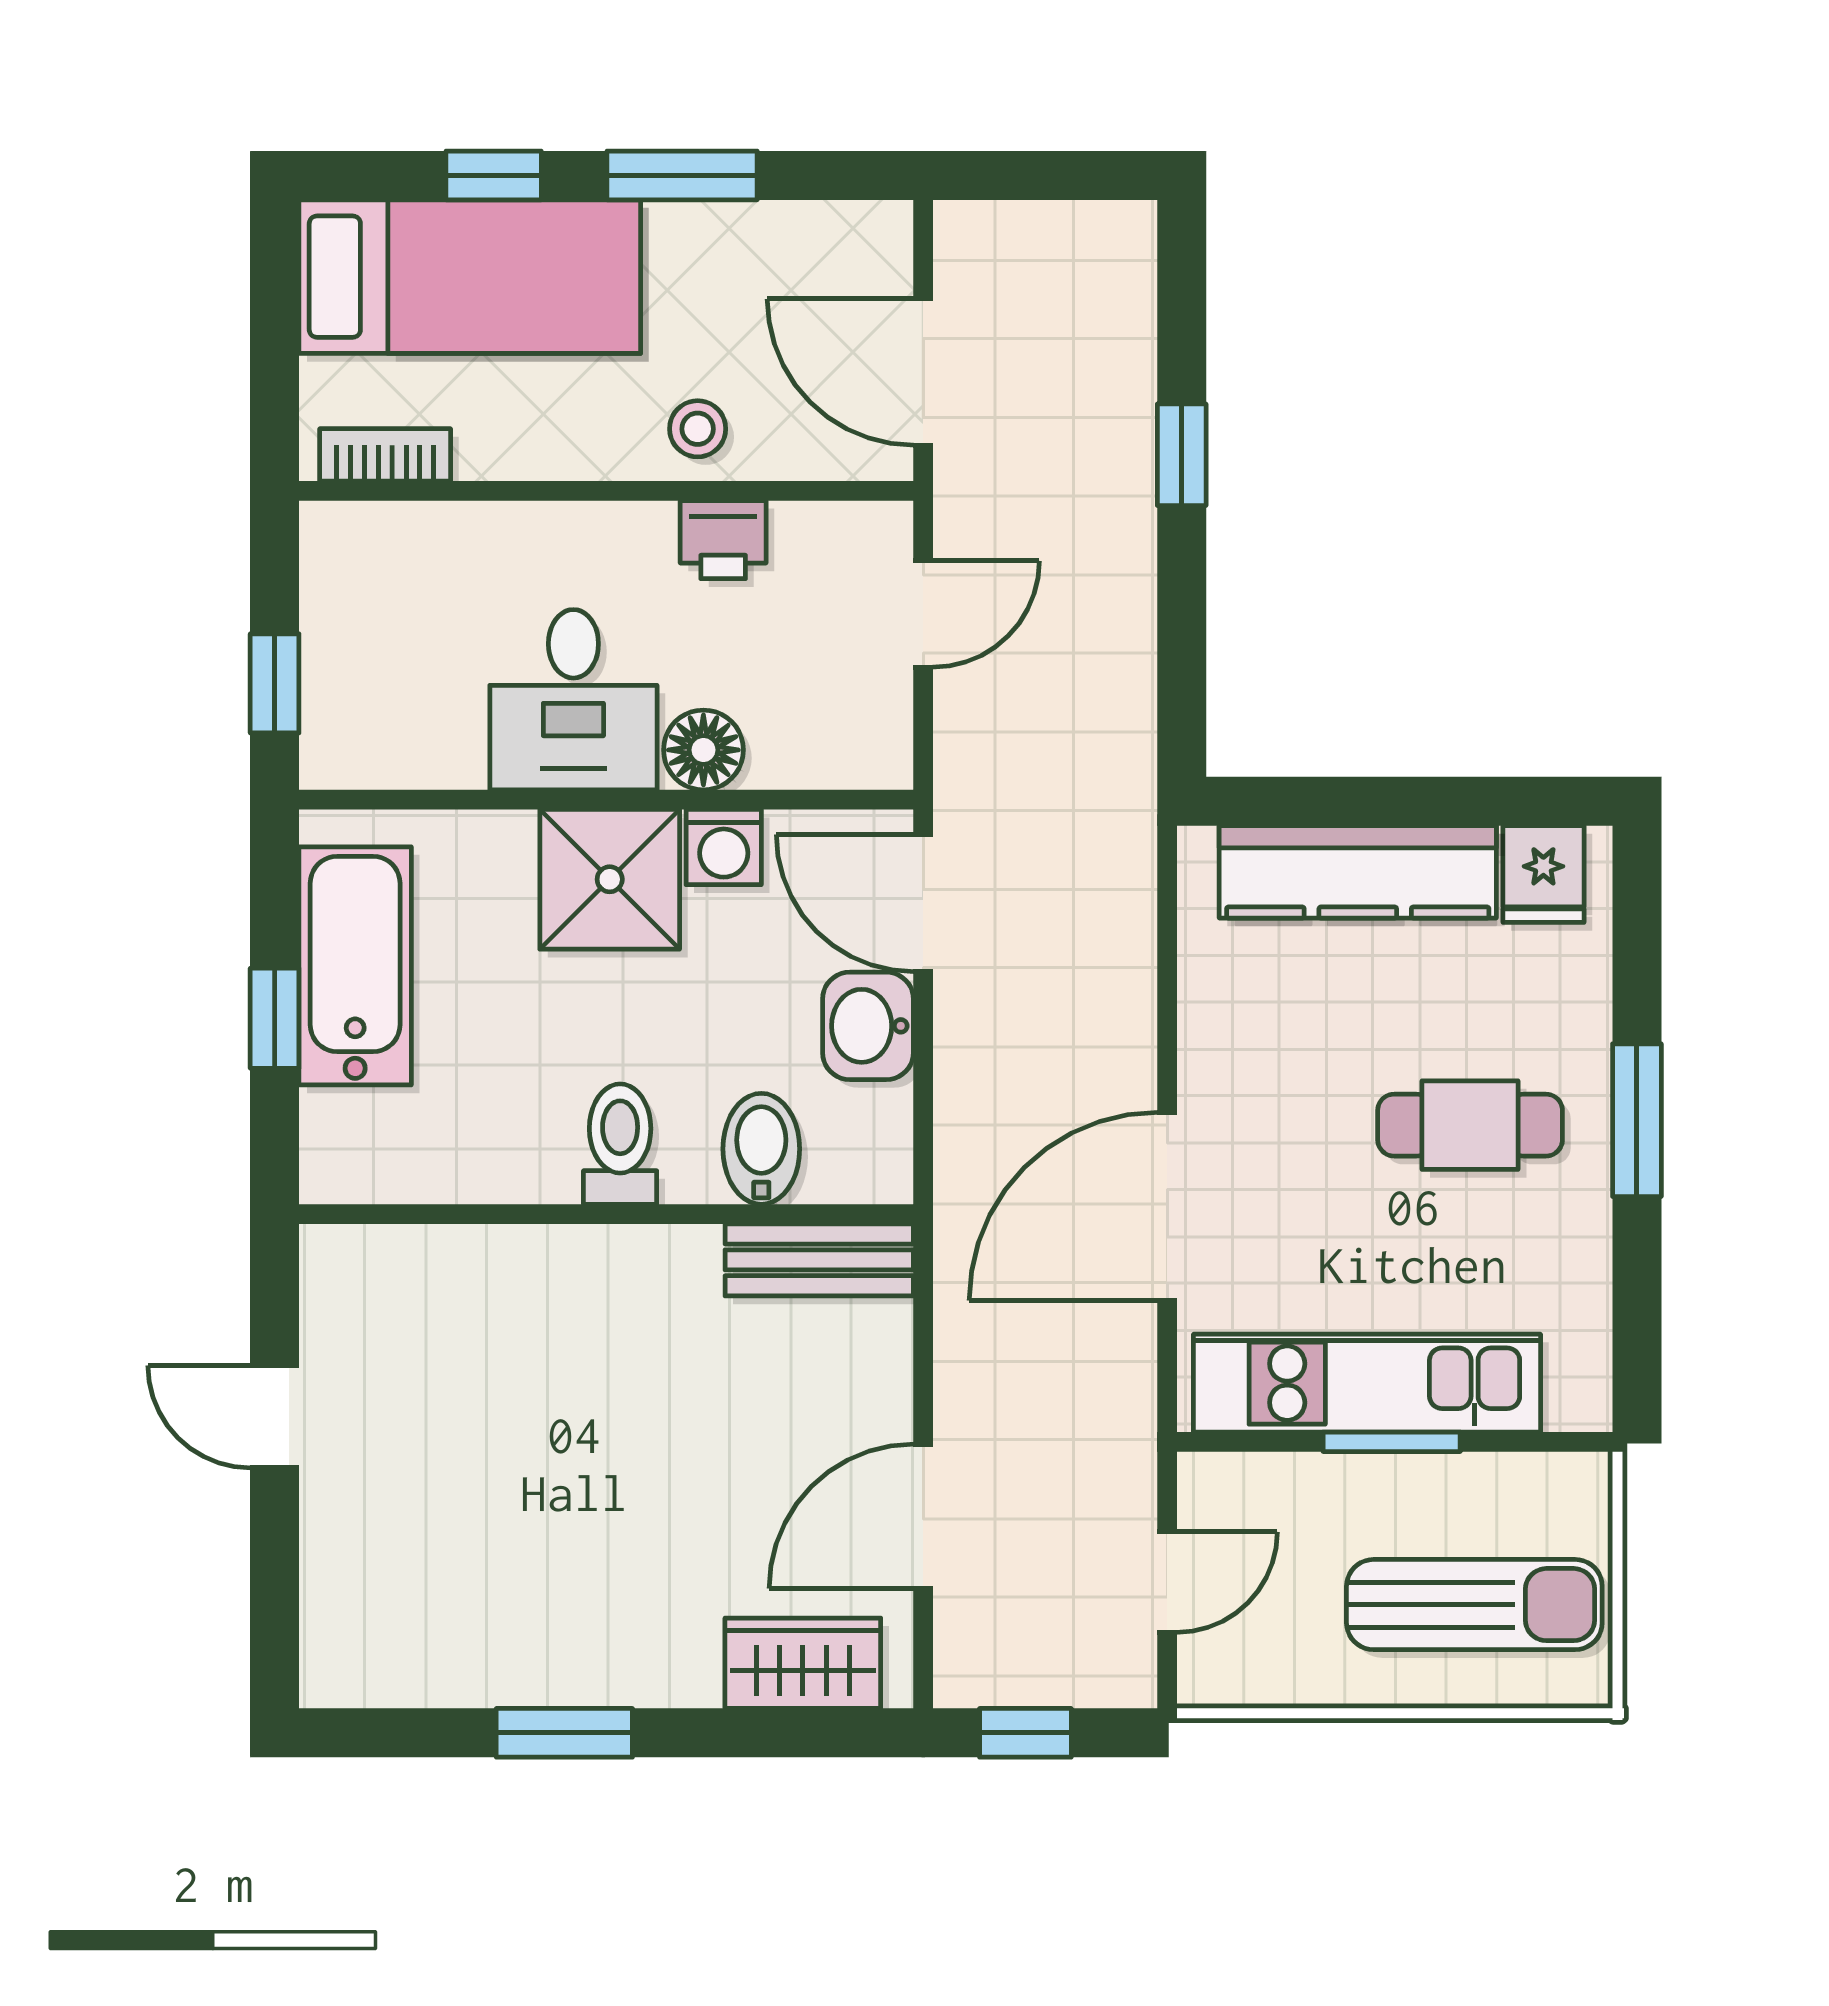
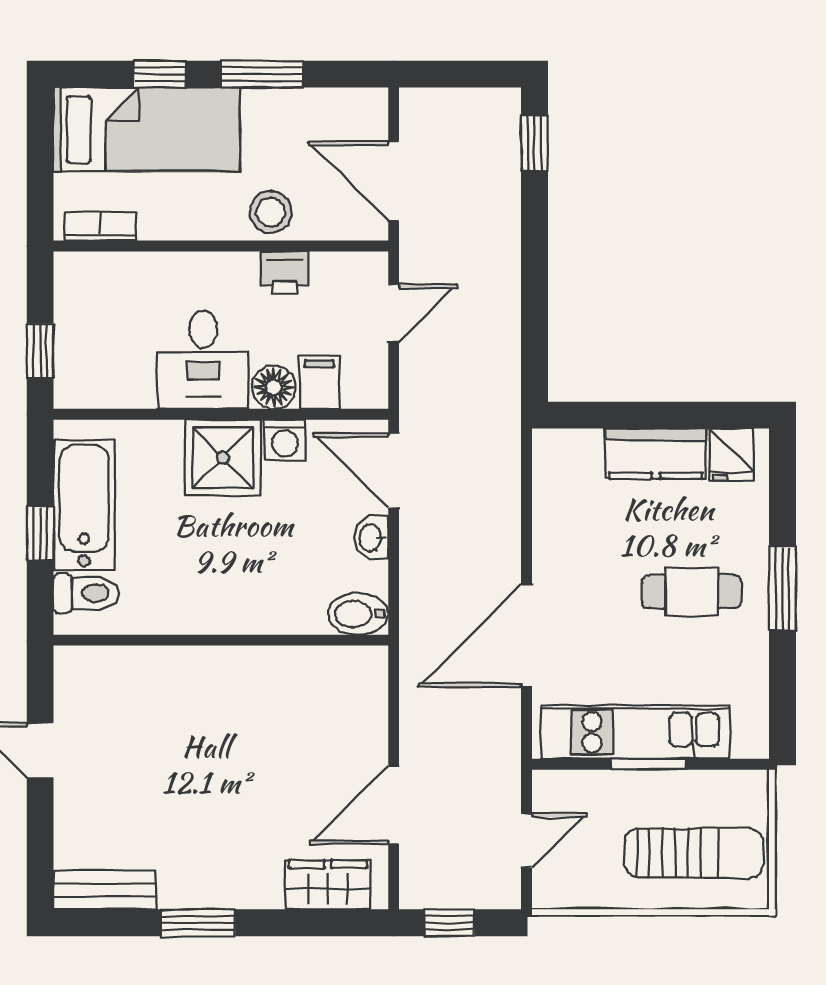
stool: (698, 429) -> (271, 212), width x1.37, depth x1.37
window: (1182, 455) -> (534, 143), moved
filing cabinet: (787, 741) -> (319, 382), added
kitchen counter: (1358, 872) -> (656, 454), width x0.67
washbasin: (868, 1026) -> (371, 538), width x0.72, depth x0.69
toilet: (620, 1144) -> (86, 593), moved, turned 90
bidet: (761, 1149) -> (358, 614), moved, turned -90
bench: (819, 1260) -> (105, 890), moved

